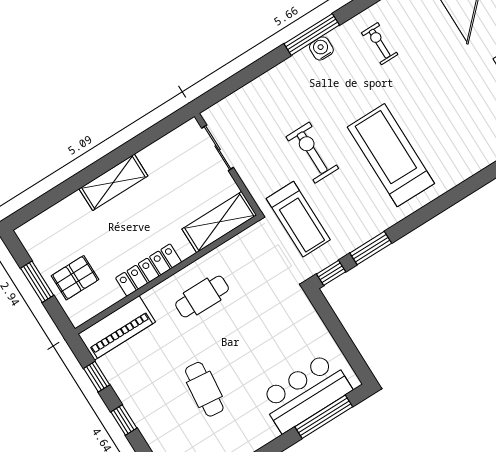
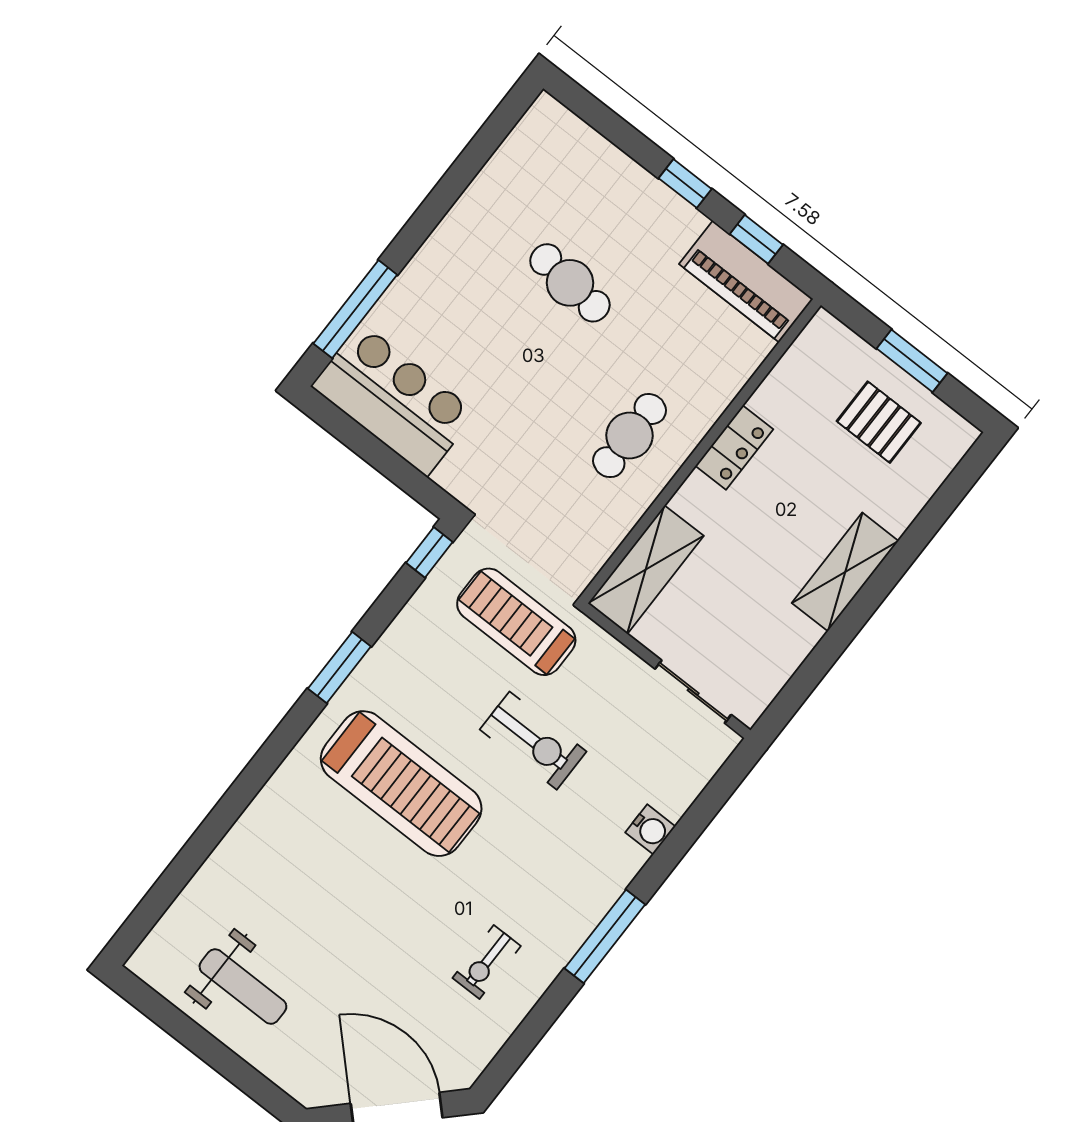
exercise bike: (380, 44) -> (487, 962), turned 90
water cooler: (321, 48) -> (650, 829), moved
window: (371, 248) -> (339, 668), moved
locker: (149, 270) -> (734, 447), width x0.66
pallet: (75, 278) -> (879, 422), moved, turned 90
piano: (117, 328) -> (746, 282), moved, turned -90
bar counter: (306, 393) -> (394, 400), moved, turned -90

